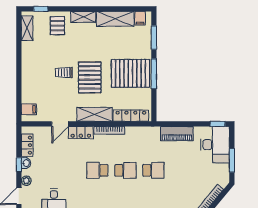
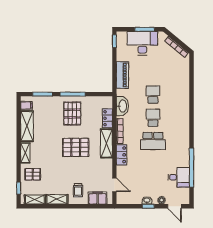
shelving: (27, 55) -> (57, 199), added
trolley: (64, 73) -> (78, 190), moved
pallet: (130, 73) -> (72, 114), width x0.73, depth x0.71
filing cabinet: (29, 109) -> (98, 198), width x2.00
locker: (131, 116) -> (107, 118), width x0.66
door: (60, 124) -> (114, 185), moved
washbasin: (139, 134) -> (122, 106), added
locker: (27, 145) -> (132, 199), removed
desk: (215, 145) -> (142, 43), moved
school desk: (97, 170) -> (153, 141), width x1.85

